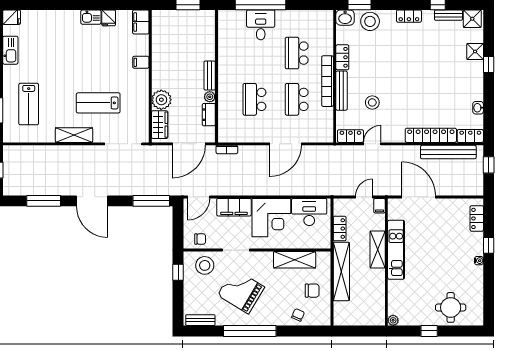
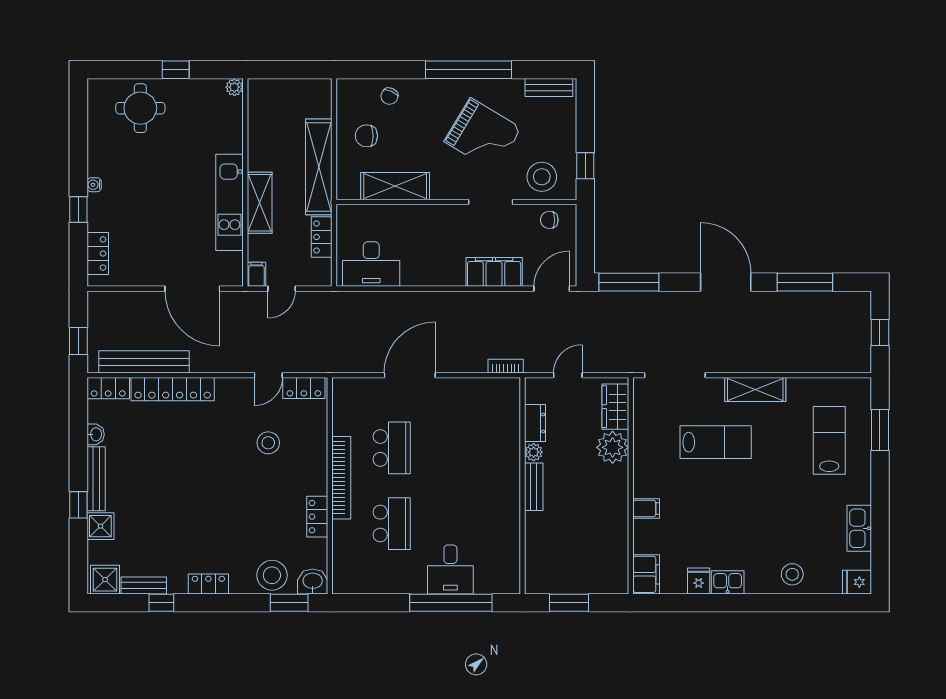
stool: (51, 22) -> (792, 574), added
bench: (341, 91) -> (96, 479), moved
school desk: (254, 99) -> (461, 448), removed
door: (189, 144) -> (568, 375), width x0.53
corner desk: (271, 218) -> (433, 255), removed

